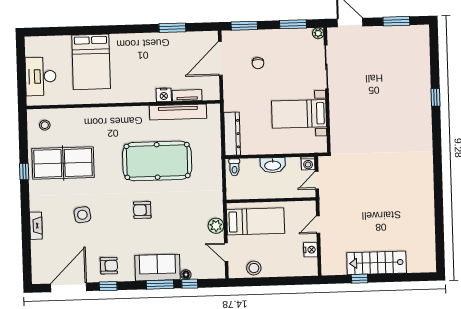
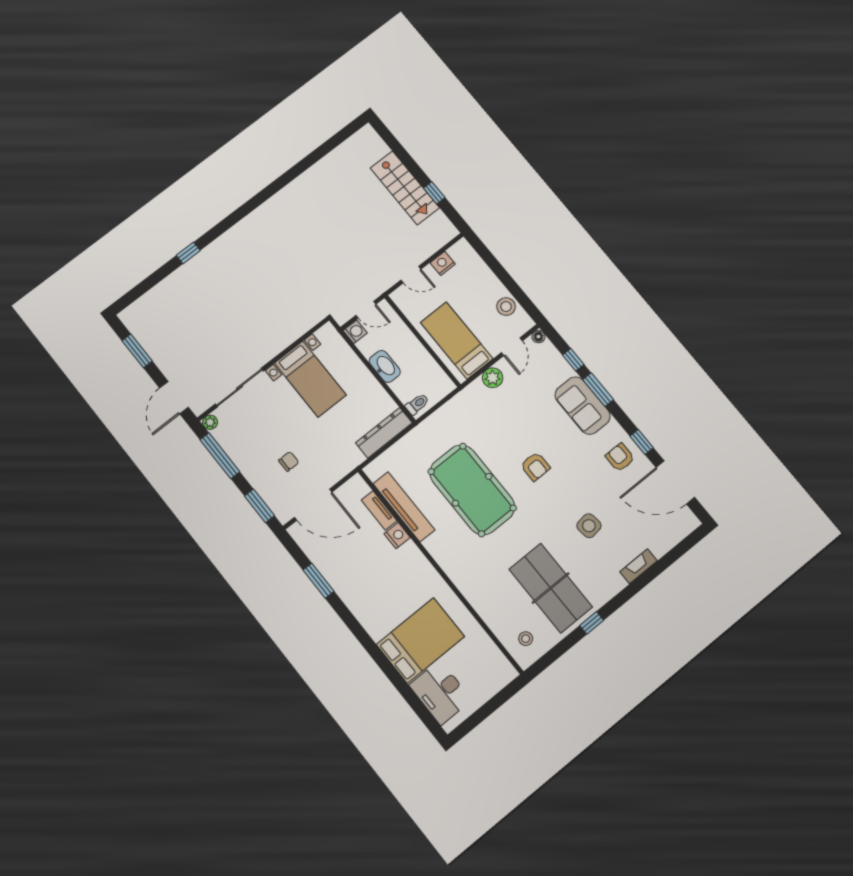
window: (293, 24) -> (220, 456), width x1.44
desk: (41, 76) -> (440, 692), moved, turned 90
floor lamp: (186, 275) -> (538, 337), moved

